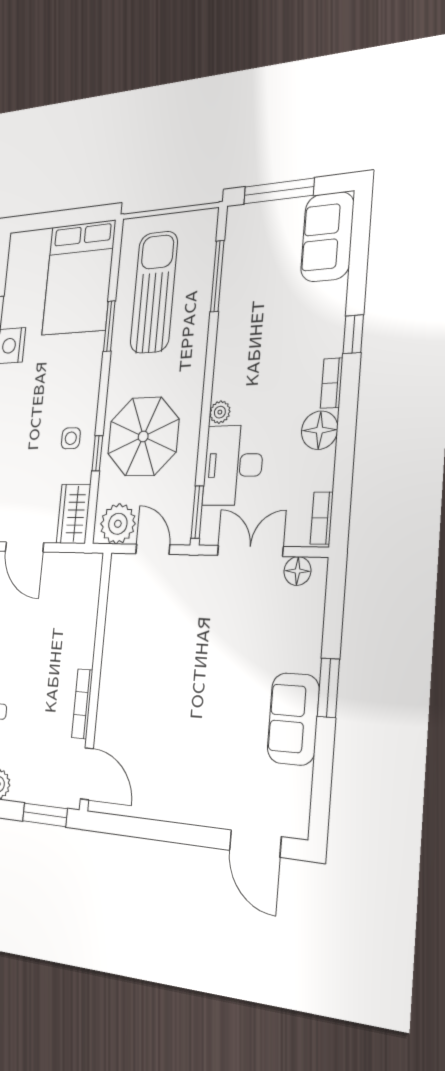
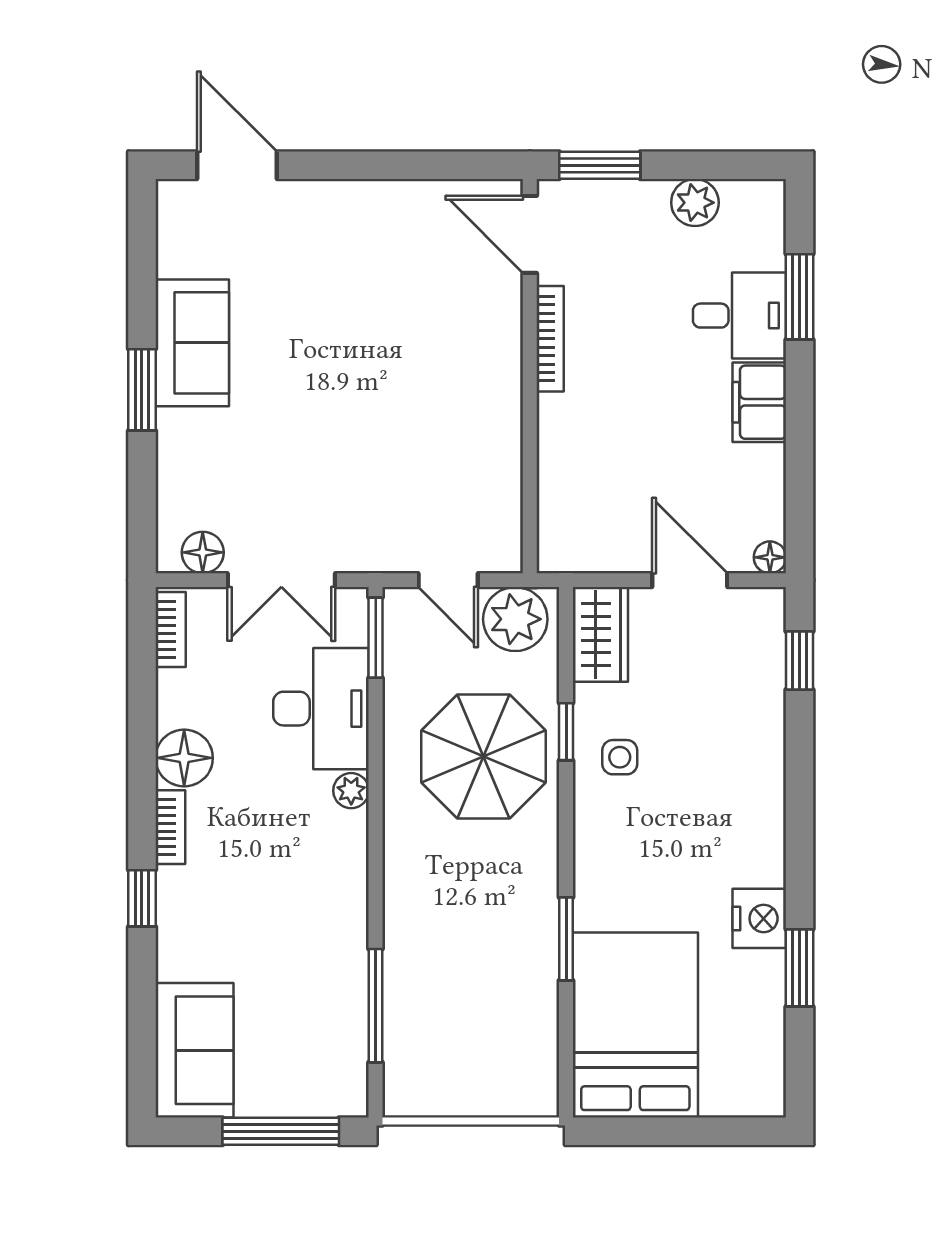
sun lounger: (154, 292) -> (488, 989), removed

